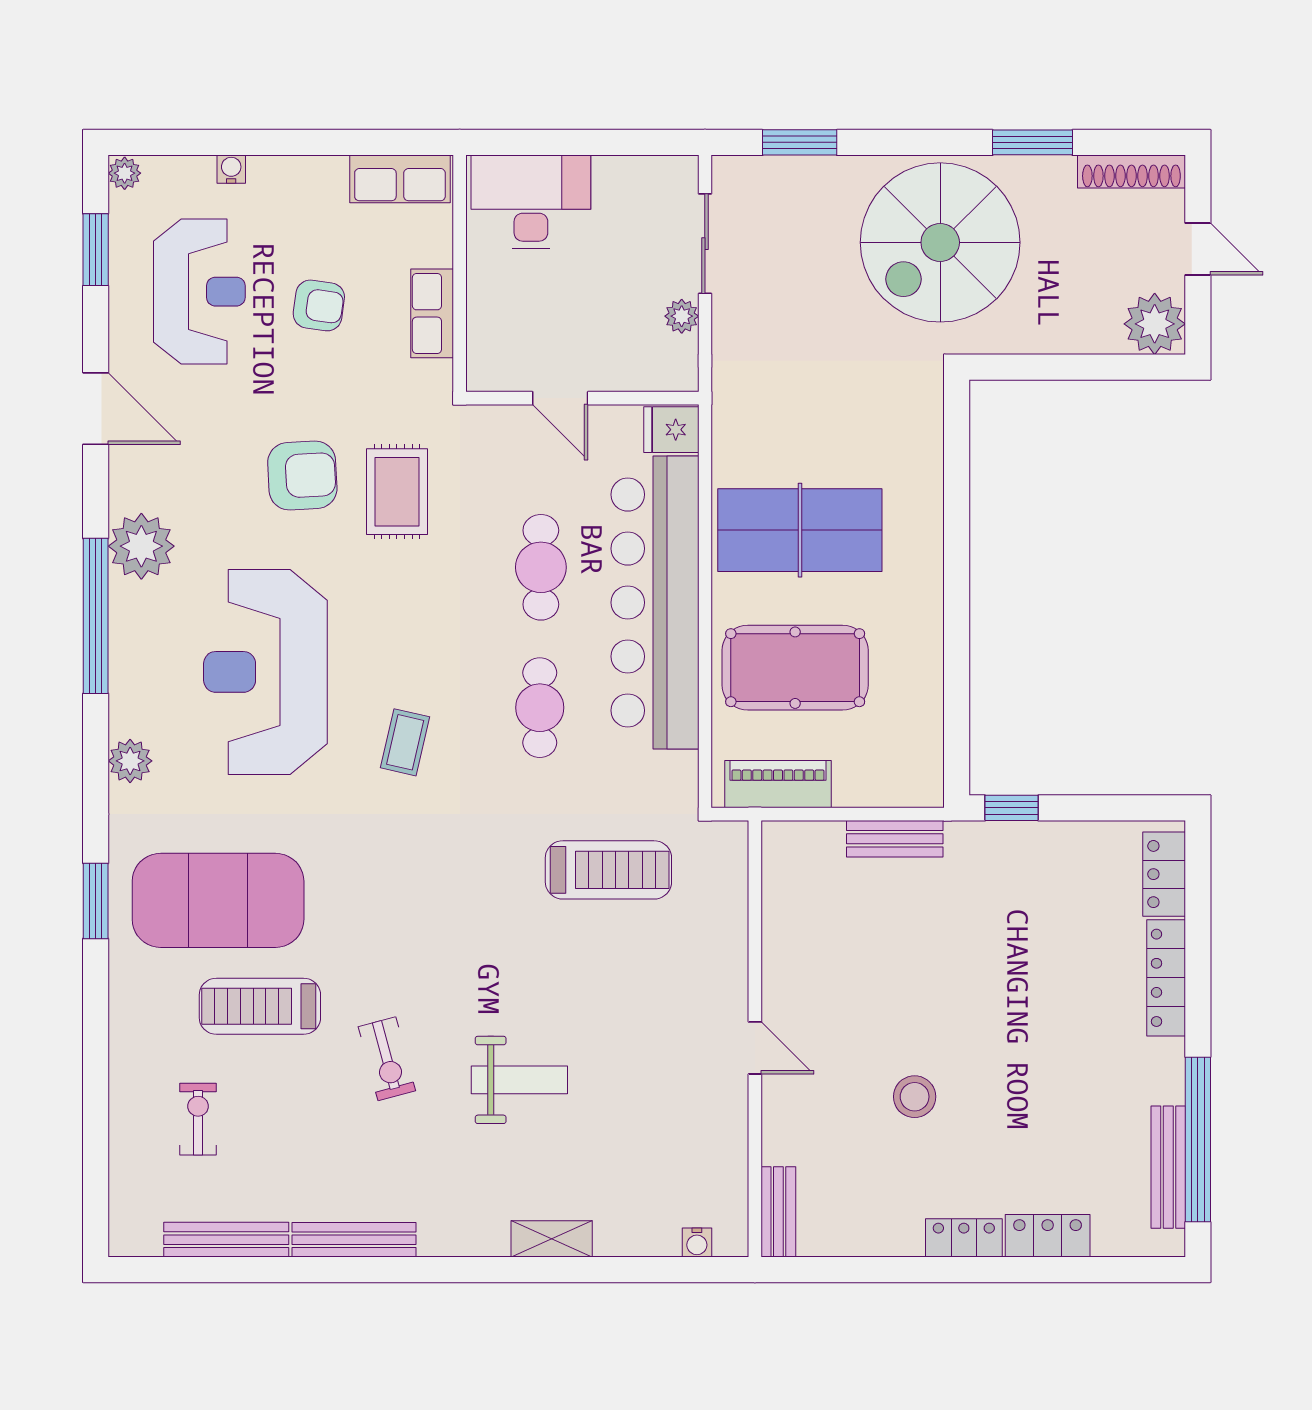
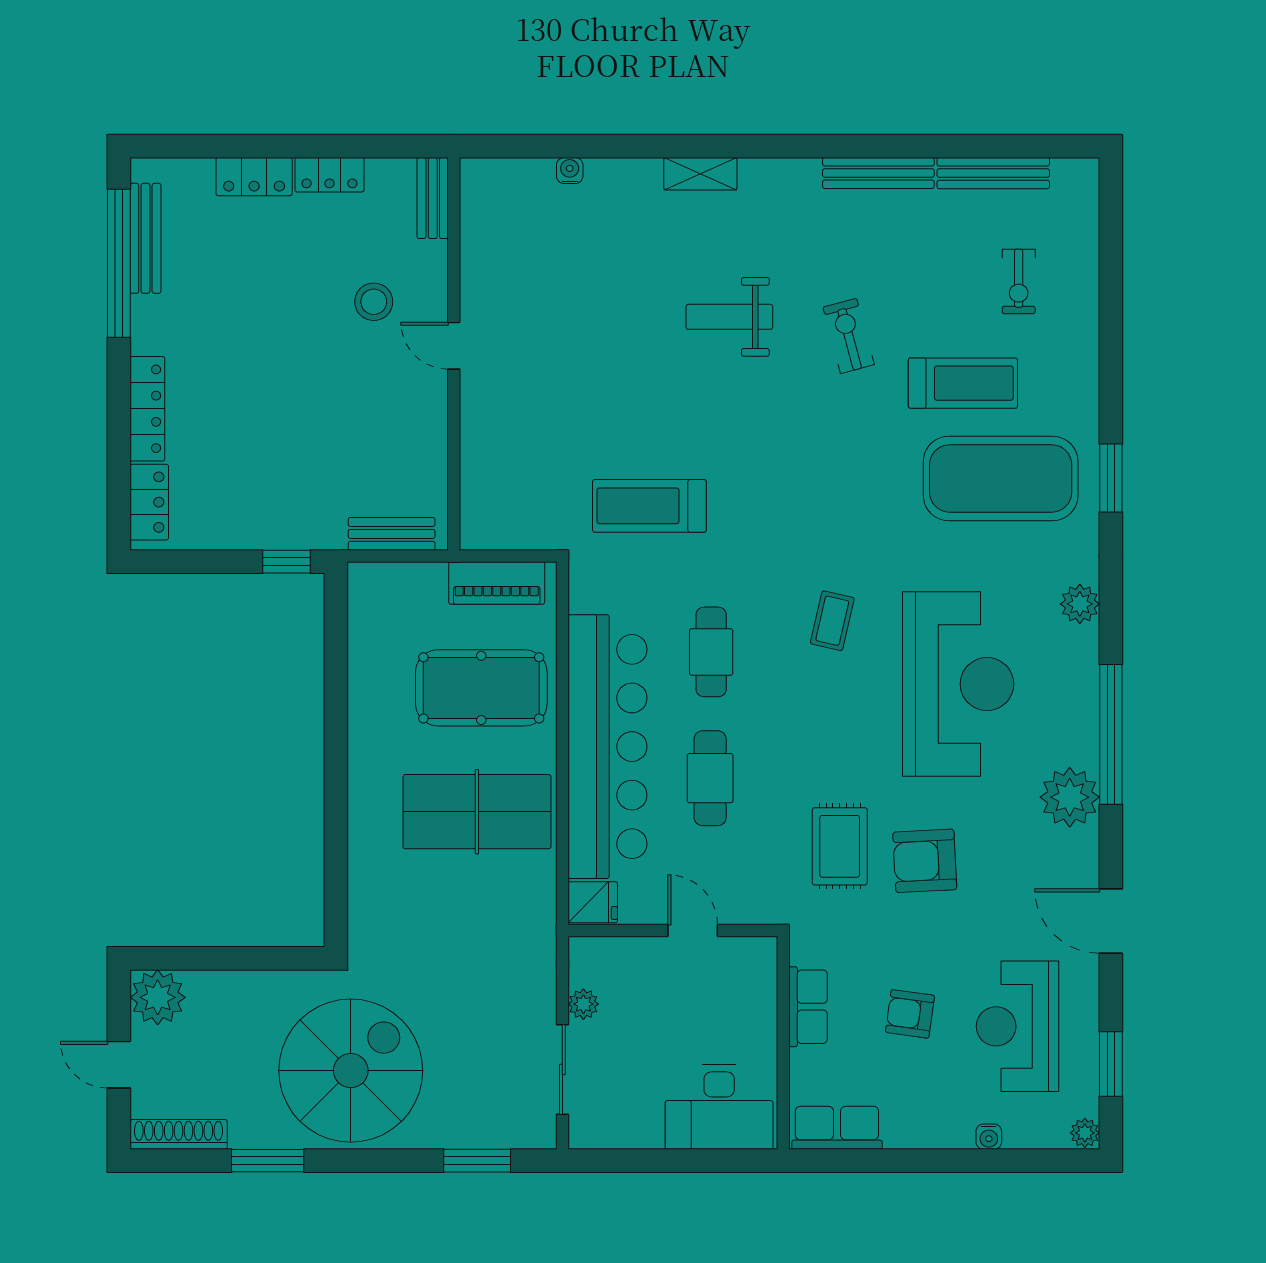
wall: (755, 1039) -> (454, 354), moved
door: (755, 1048) -> (454, 346), moved
bench: (778, 1212) -> (433, 198), moved

